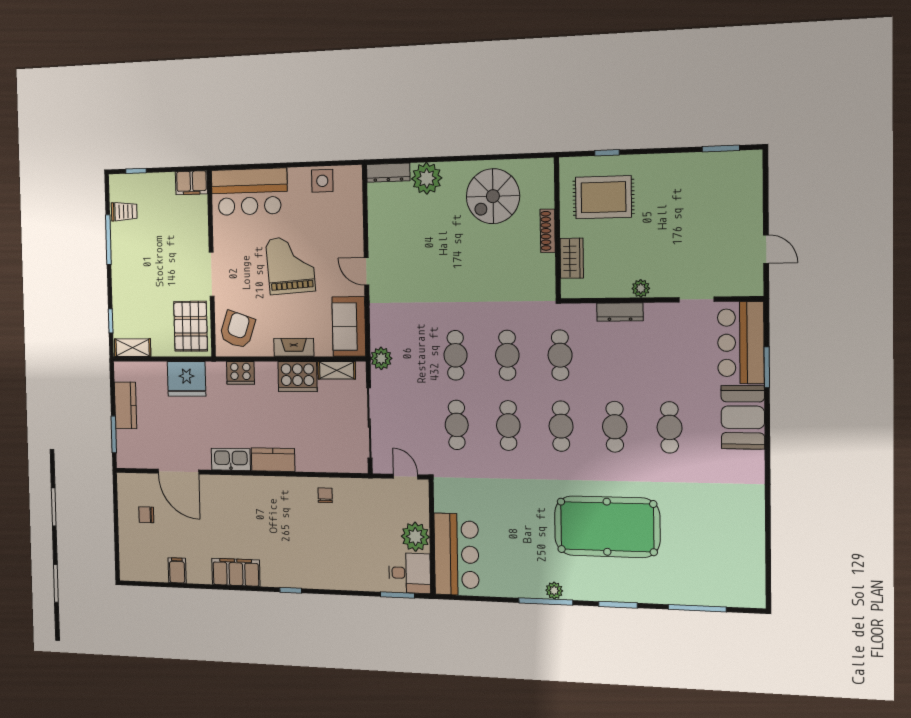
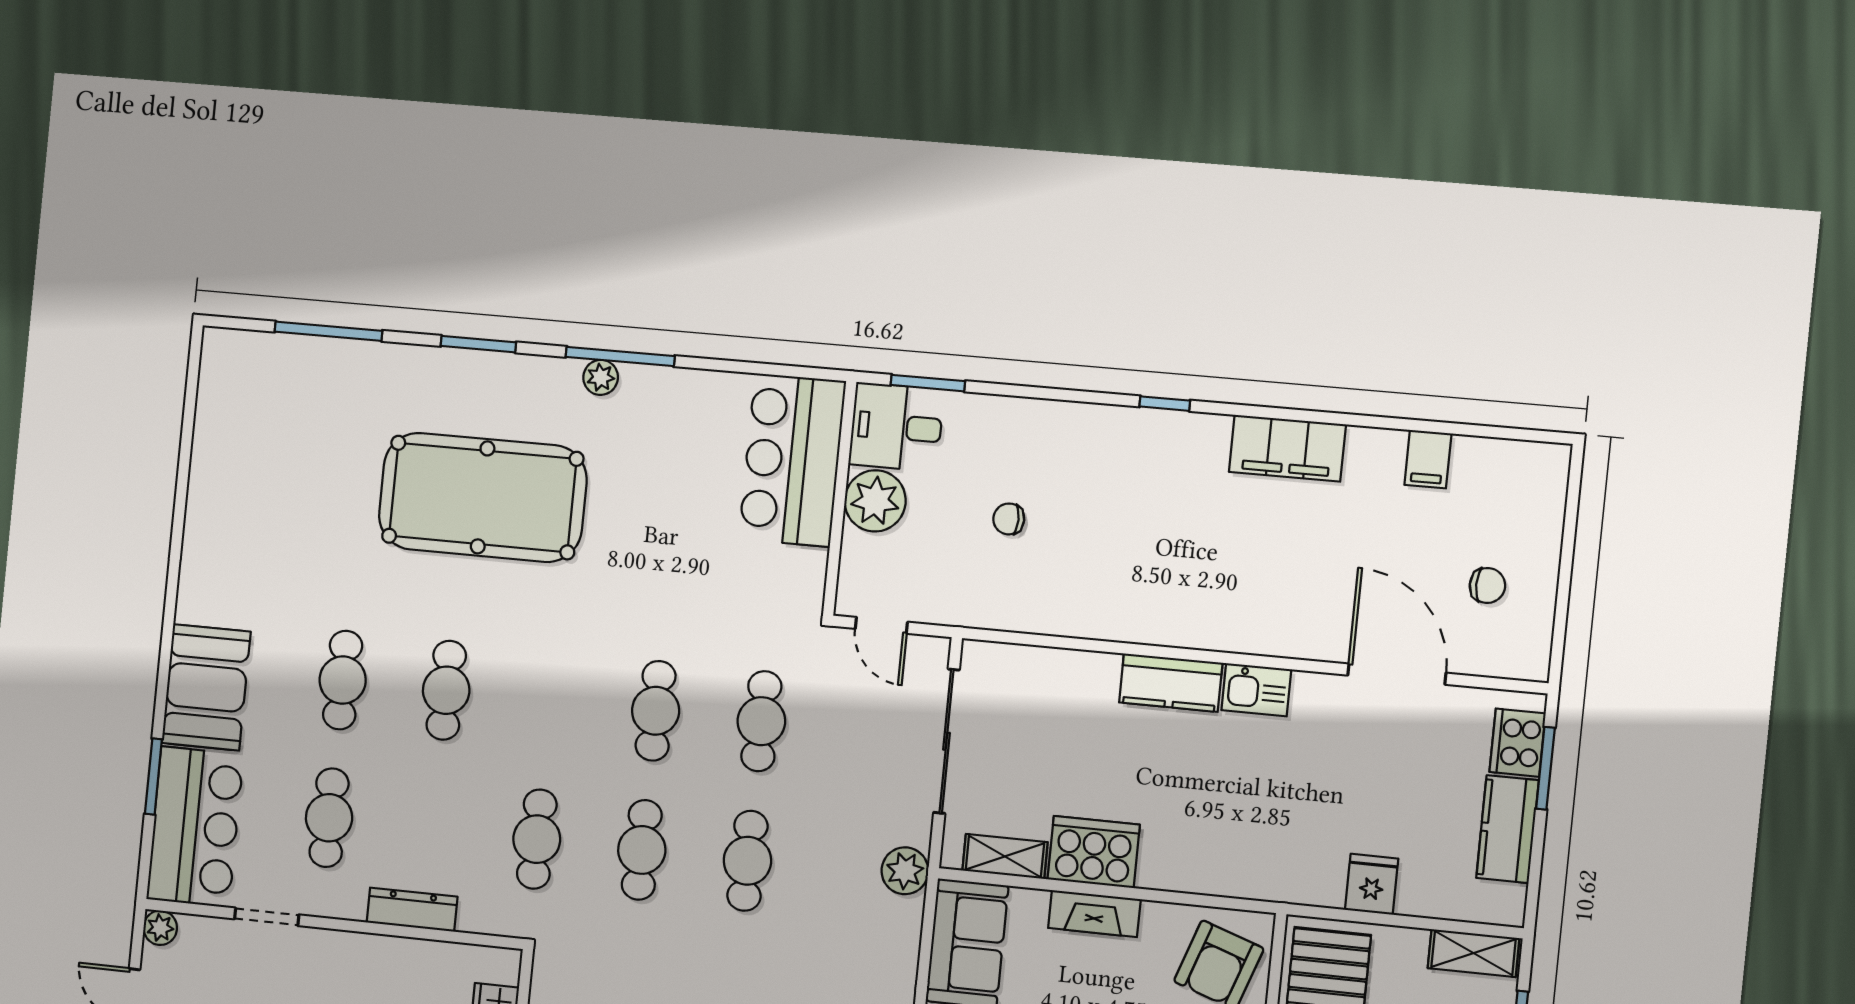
plant: (641, 288) -> (160, 928), moved
cooker: (240, 373) -> (1517, 743), moved, turned -90
fridge: (187, 379) -> (1372, 884), width x0.53, depth x0.75
cafe table: (561, 426) -> (329, 818), moved
kitchen sink: (231, 459) -> (1256, 690), width x0.73
chair: (325, 495) -> (1009, 519), moved, turned 90

